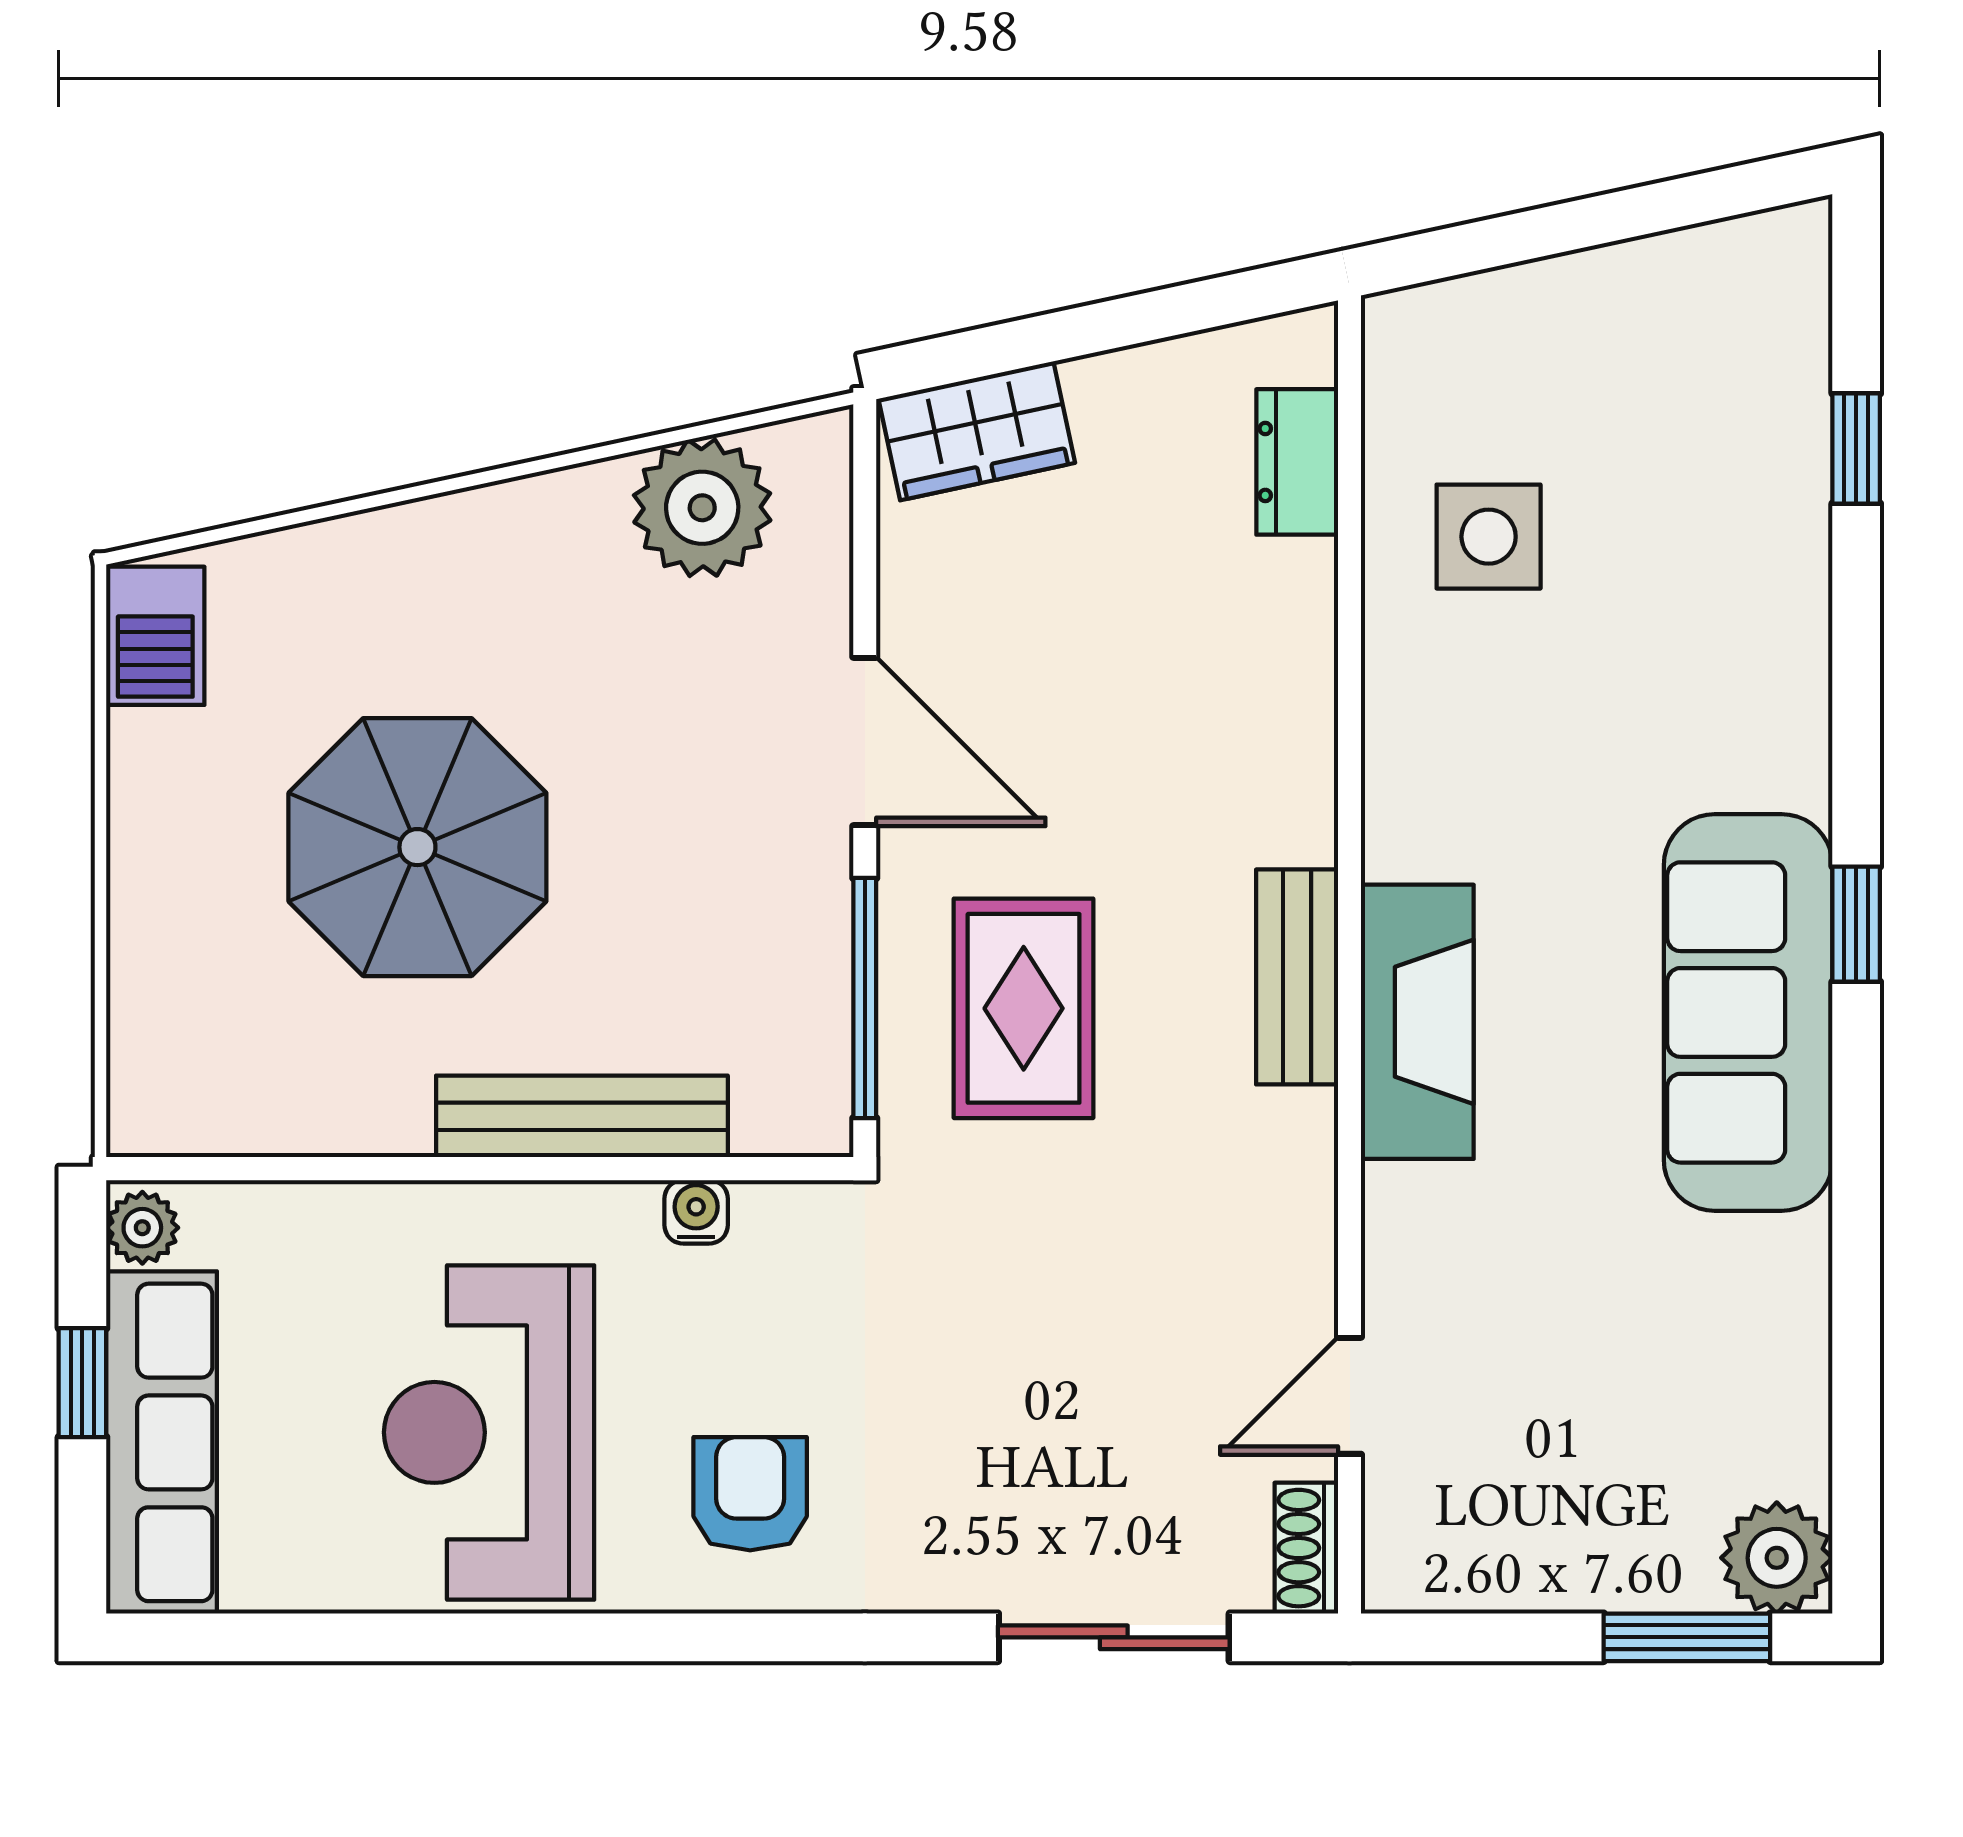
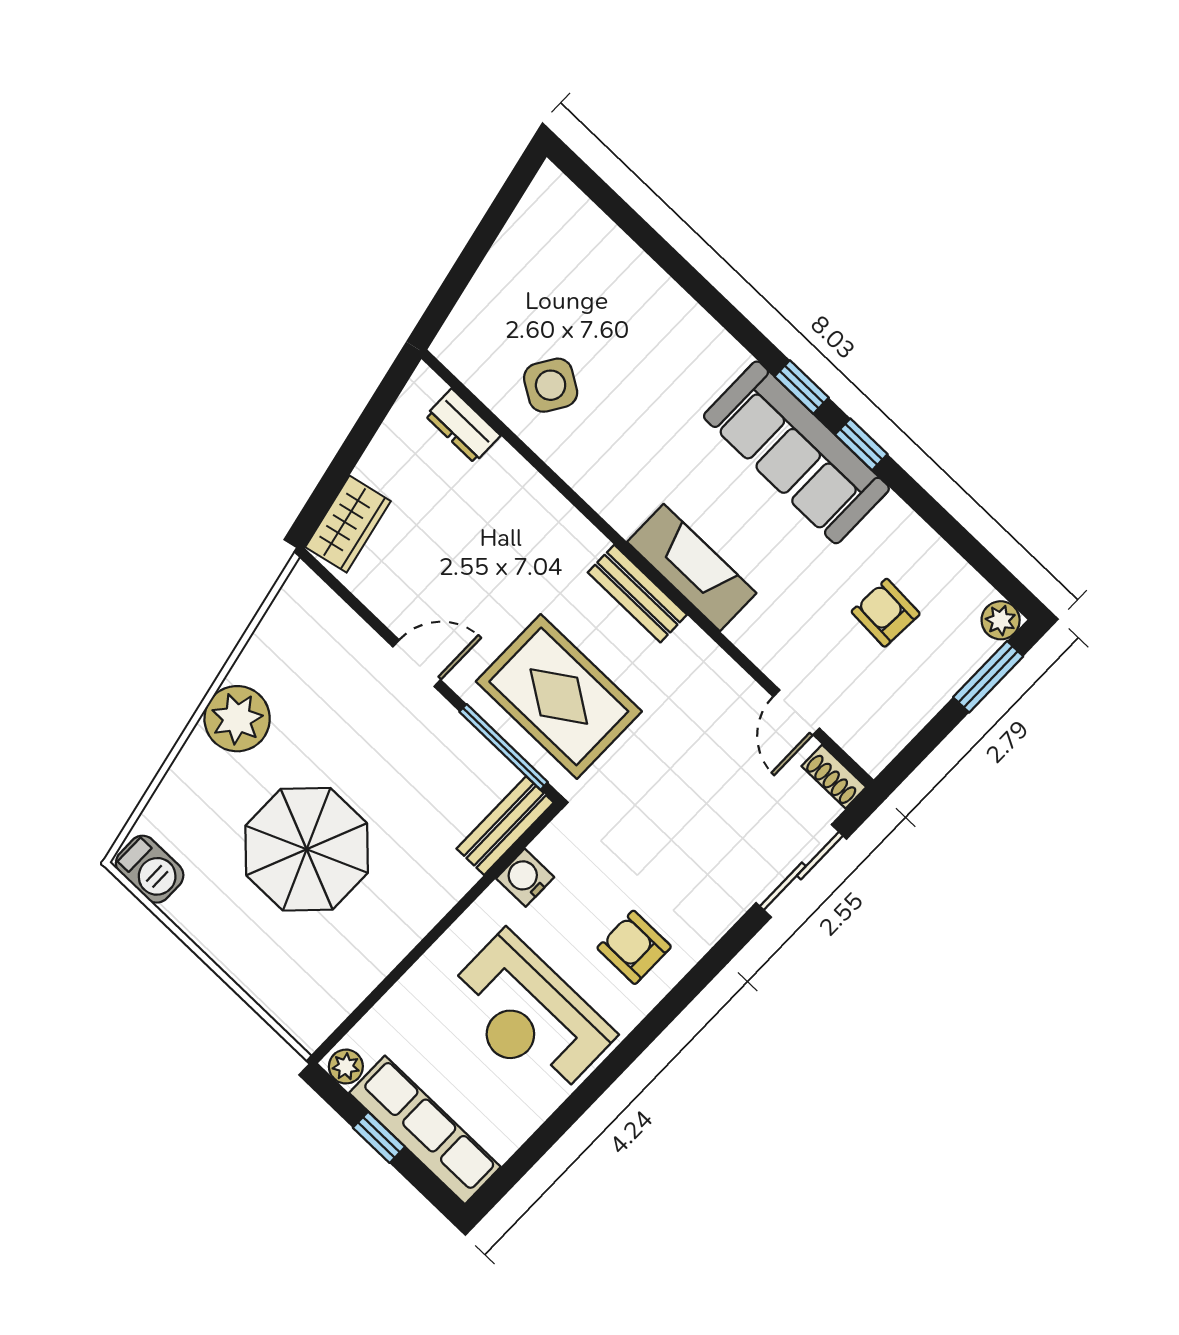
window: (1856, 448) -> (861, 444), moved
plant: (702, 508) -> (237, 719), moved
side table: (1489, 537) -> (551, 385), turned 32
door: (865, 741) -> (417, 663), width x0.73
rug: (1024, 1008) -> (559, 696), width x1.36, depth x1.43
bench: (582, 1116) -> (505, 826), moved, width x0.73
water cooler: (696, 1212) -> (525, 878), width x1.38, depth x1.38
armchair: (1634, 1386) -> (886, 613), added
plant: (1777, 1558) -> (1001, 620), width x0.73, depth x0.73

